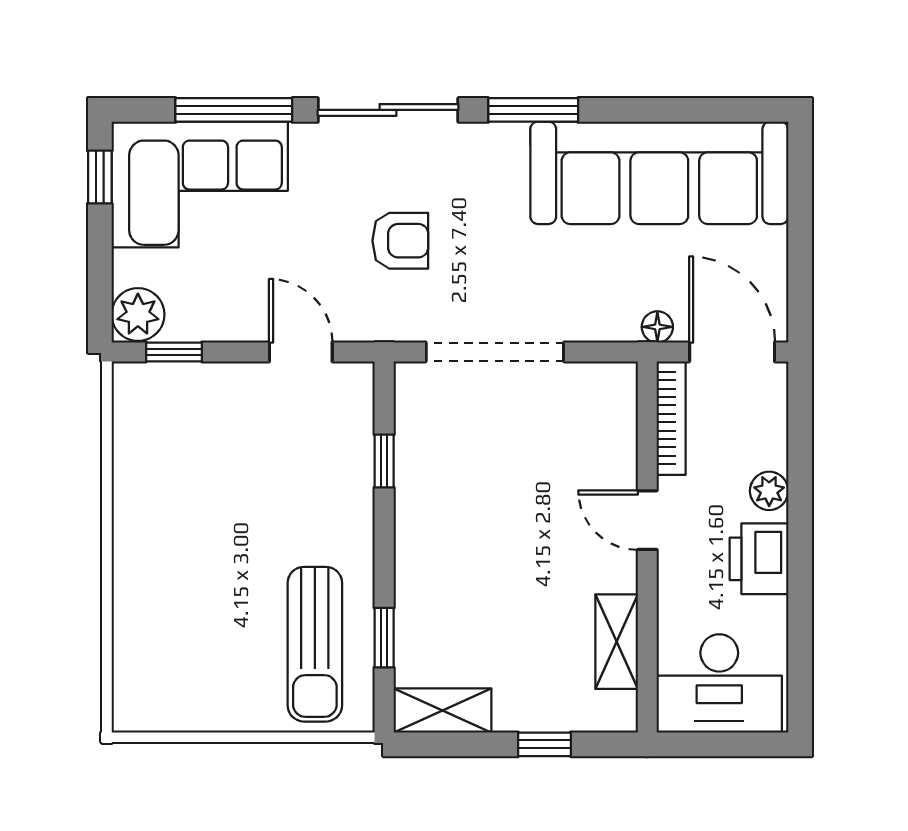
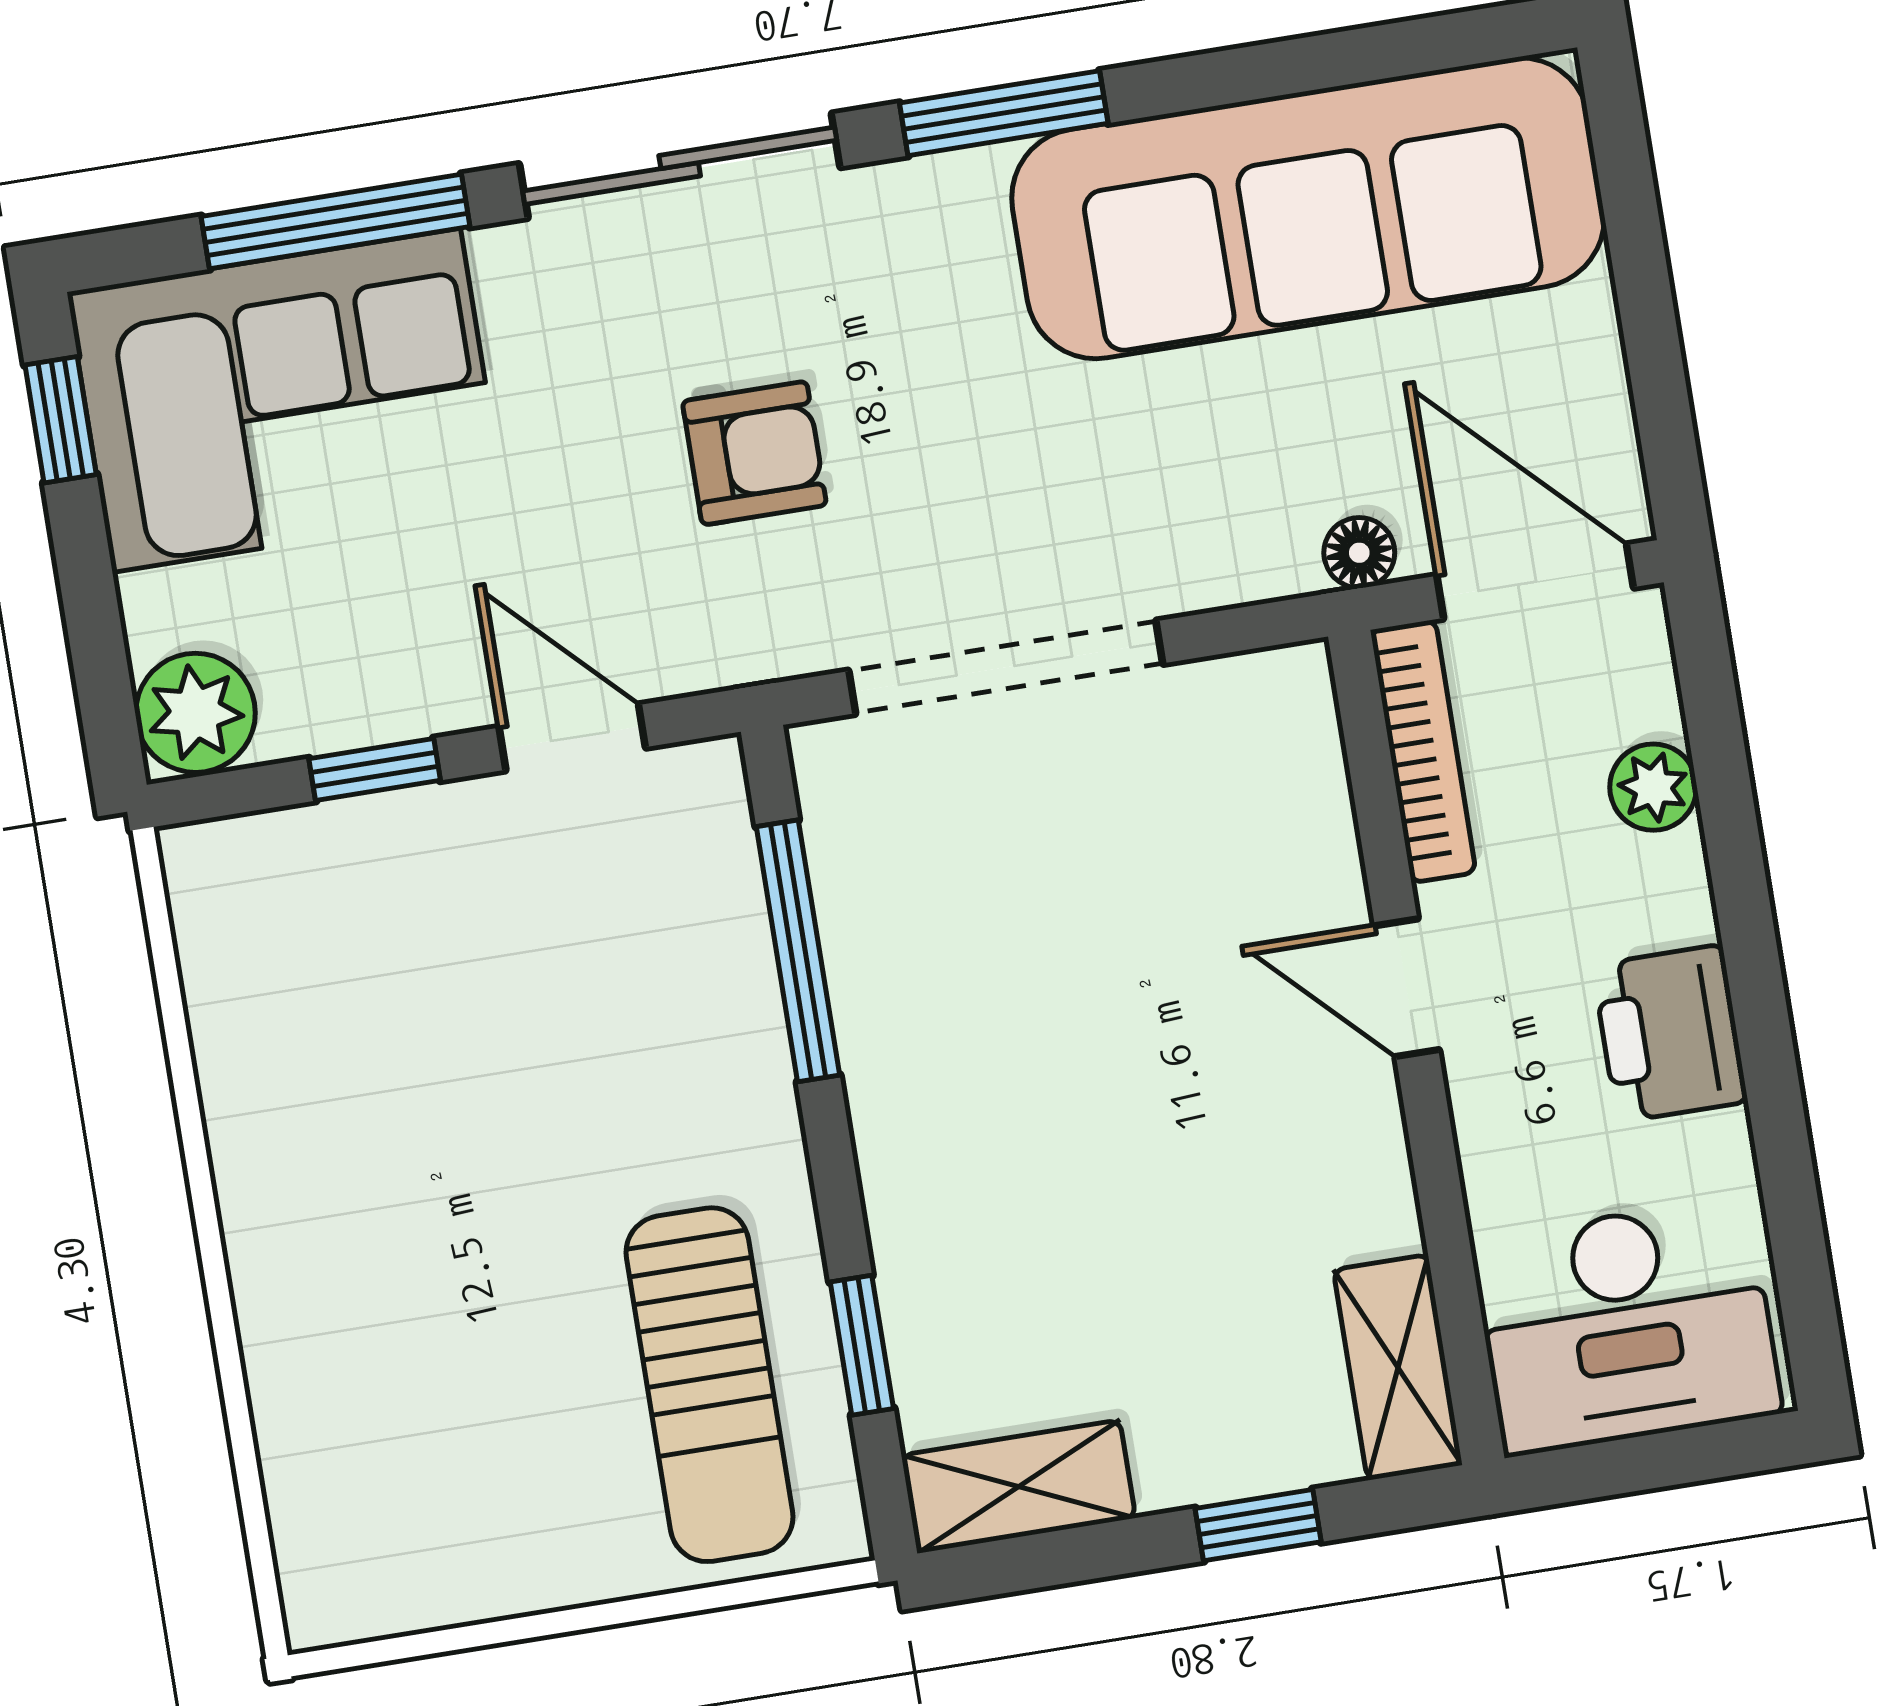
window: (174, 352) -> (375, 769), moved
window: (384, 461) -> (798, 951), width x2.17
plant: (769, 491) -> (1653, 787), moved
shelving: (617, 642) -> (1398, 1367), moved

